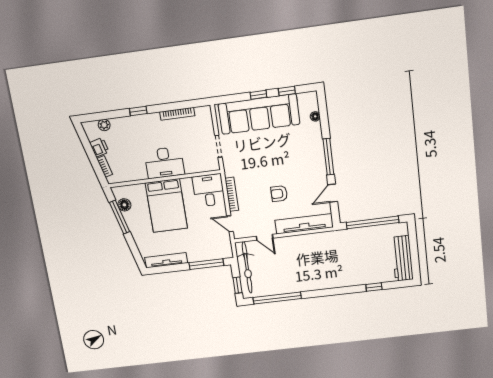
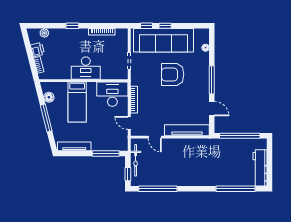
window: (287, 91) -> (146, 26), moved
desk: (209, 190) -> (112, 94), width x1.37
door: (333, 193) -> (212, 109), swing flipped
armchair: (279, 194) -> (173, 74), moved, width x1.88, depth x1.88
bed: (166, 206) -> (77, 102), width x0.67
window: (120, 217) -> (46, 118), moved
bicycle: (247, 267) -> (136, 160), width x0.73, depth x0.71
window: (374, 287) -> (235, 189), width x3.17

